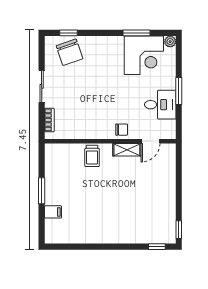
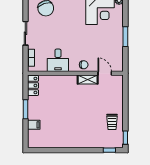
desk: (160, 105) -> (58, 60), moved, turned 90
door: (151, 141) -> (105, 73), swing flipped
trolley: (92, 156) -> (112, 122), moved
locker: (52, 158) -> (33, 85), added

